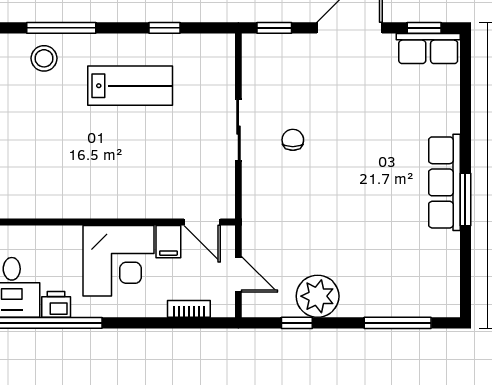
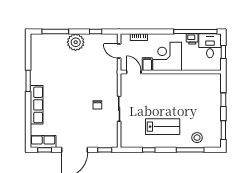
lab bench: (130, 86) -> (163, 127), turned 180
row of seats: (444, 182) -> (37, 105), moved
plant: (318, 296) -> (76, 42), moved

